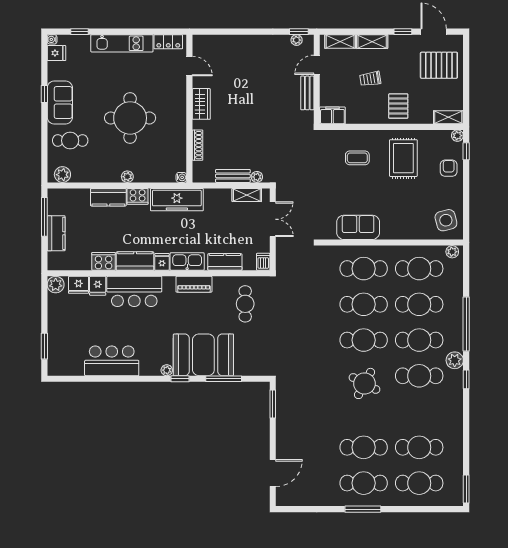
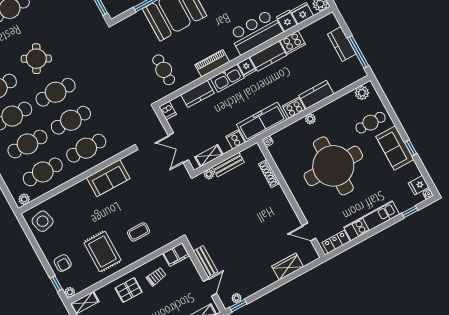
trolley: (370, 79) -> (156, 277), moved
wardrobe: (201, 104) -> (288, 266), moved, turned 90
pallet: (398, 106) -> (129, 290), turned 90
round table: (130, 118) -> (333, 166), width x1.36, depth x1.36
cooker: (212, 197) -> (235, 140), added

